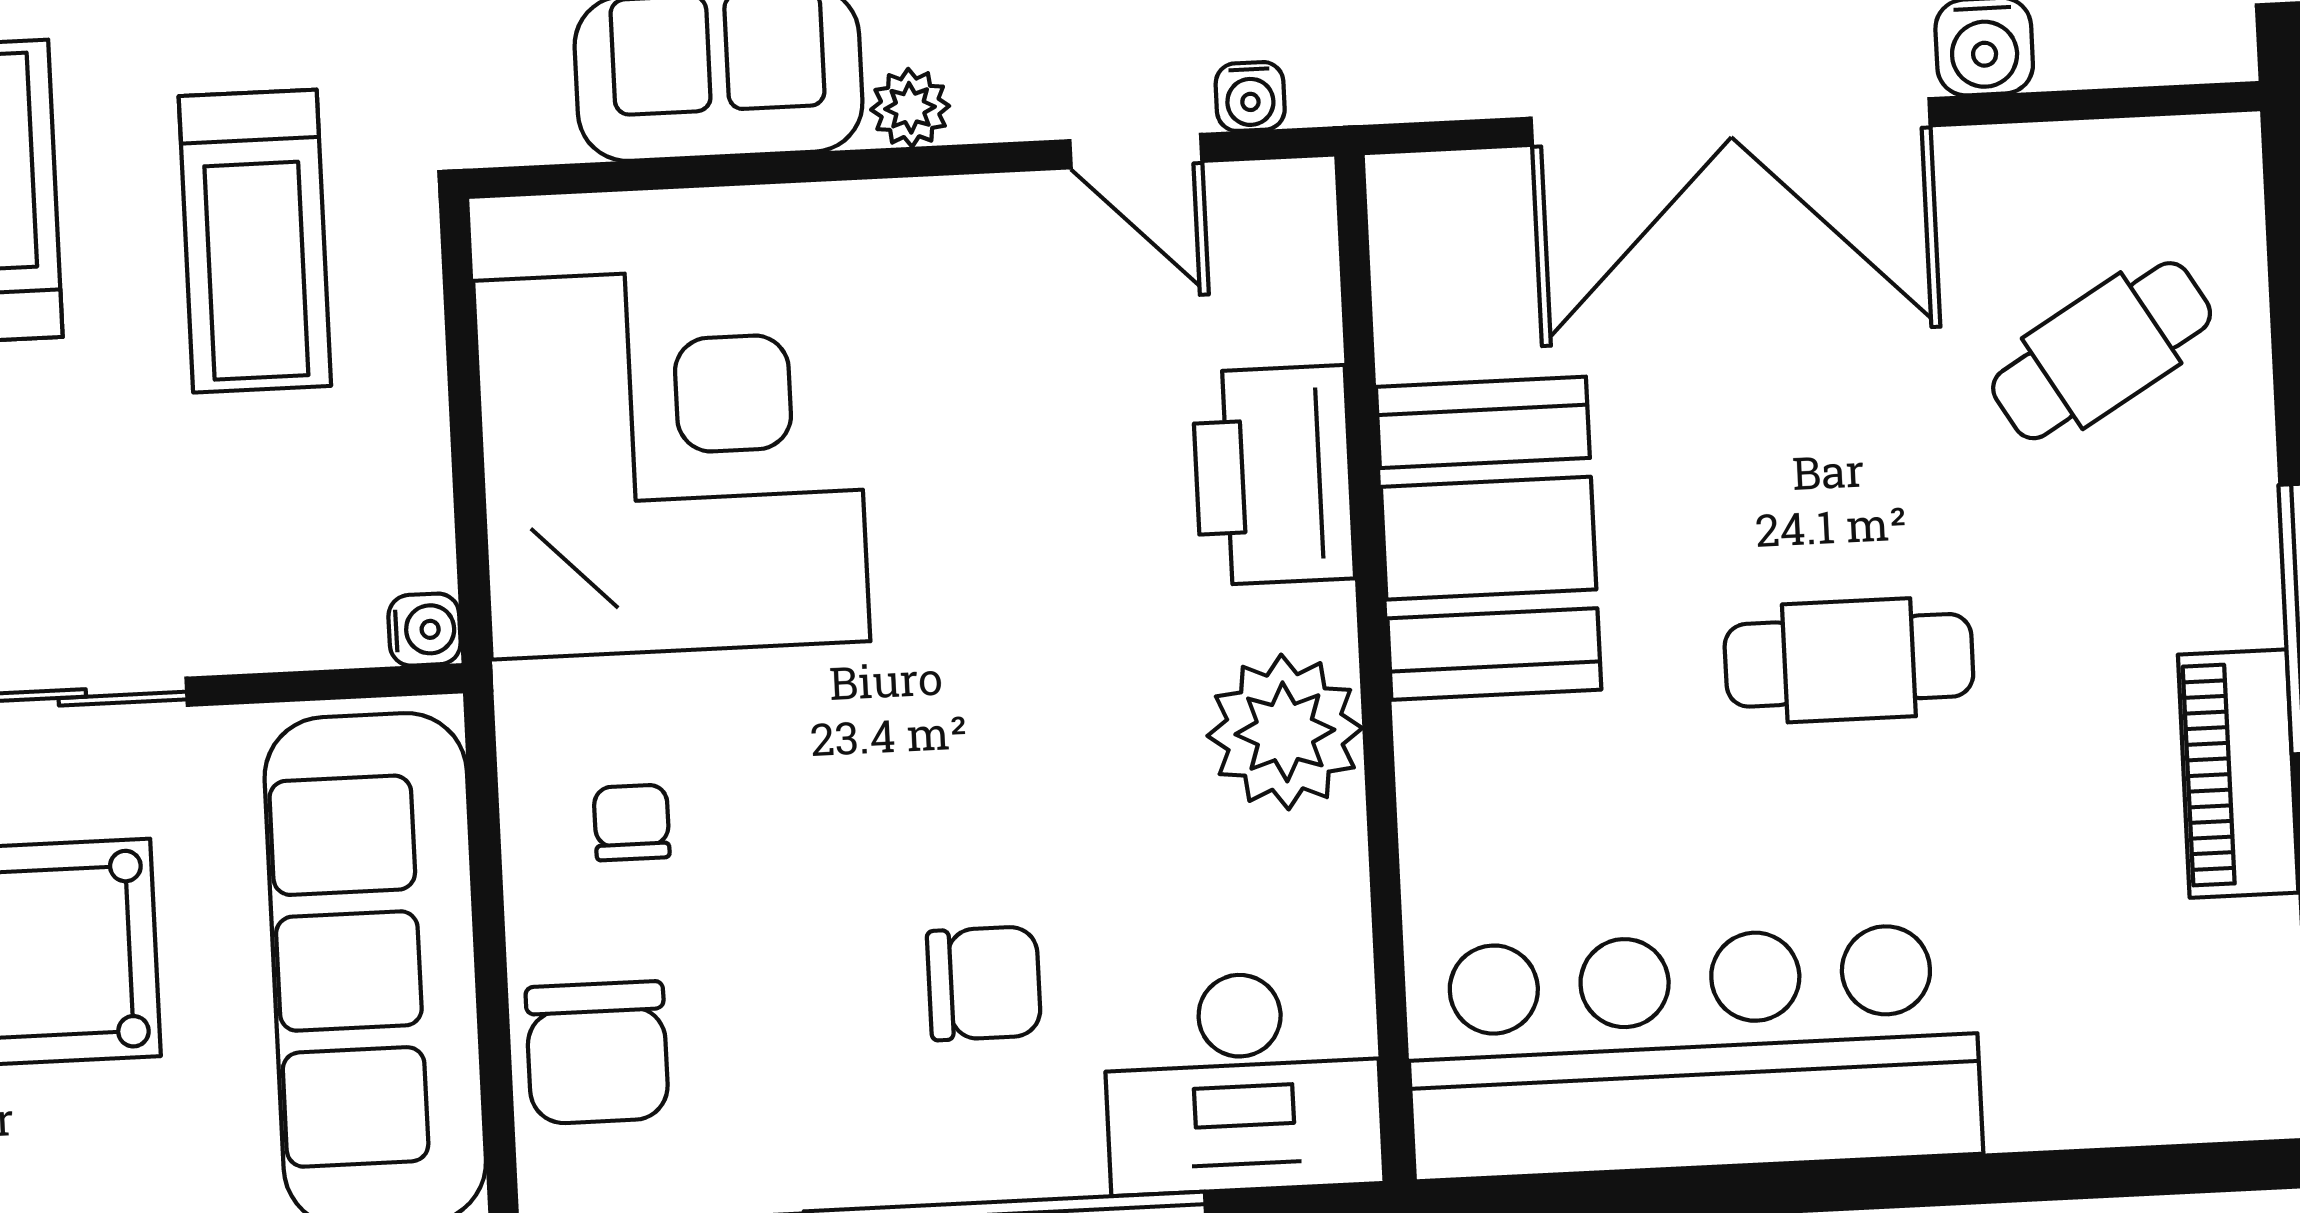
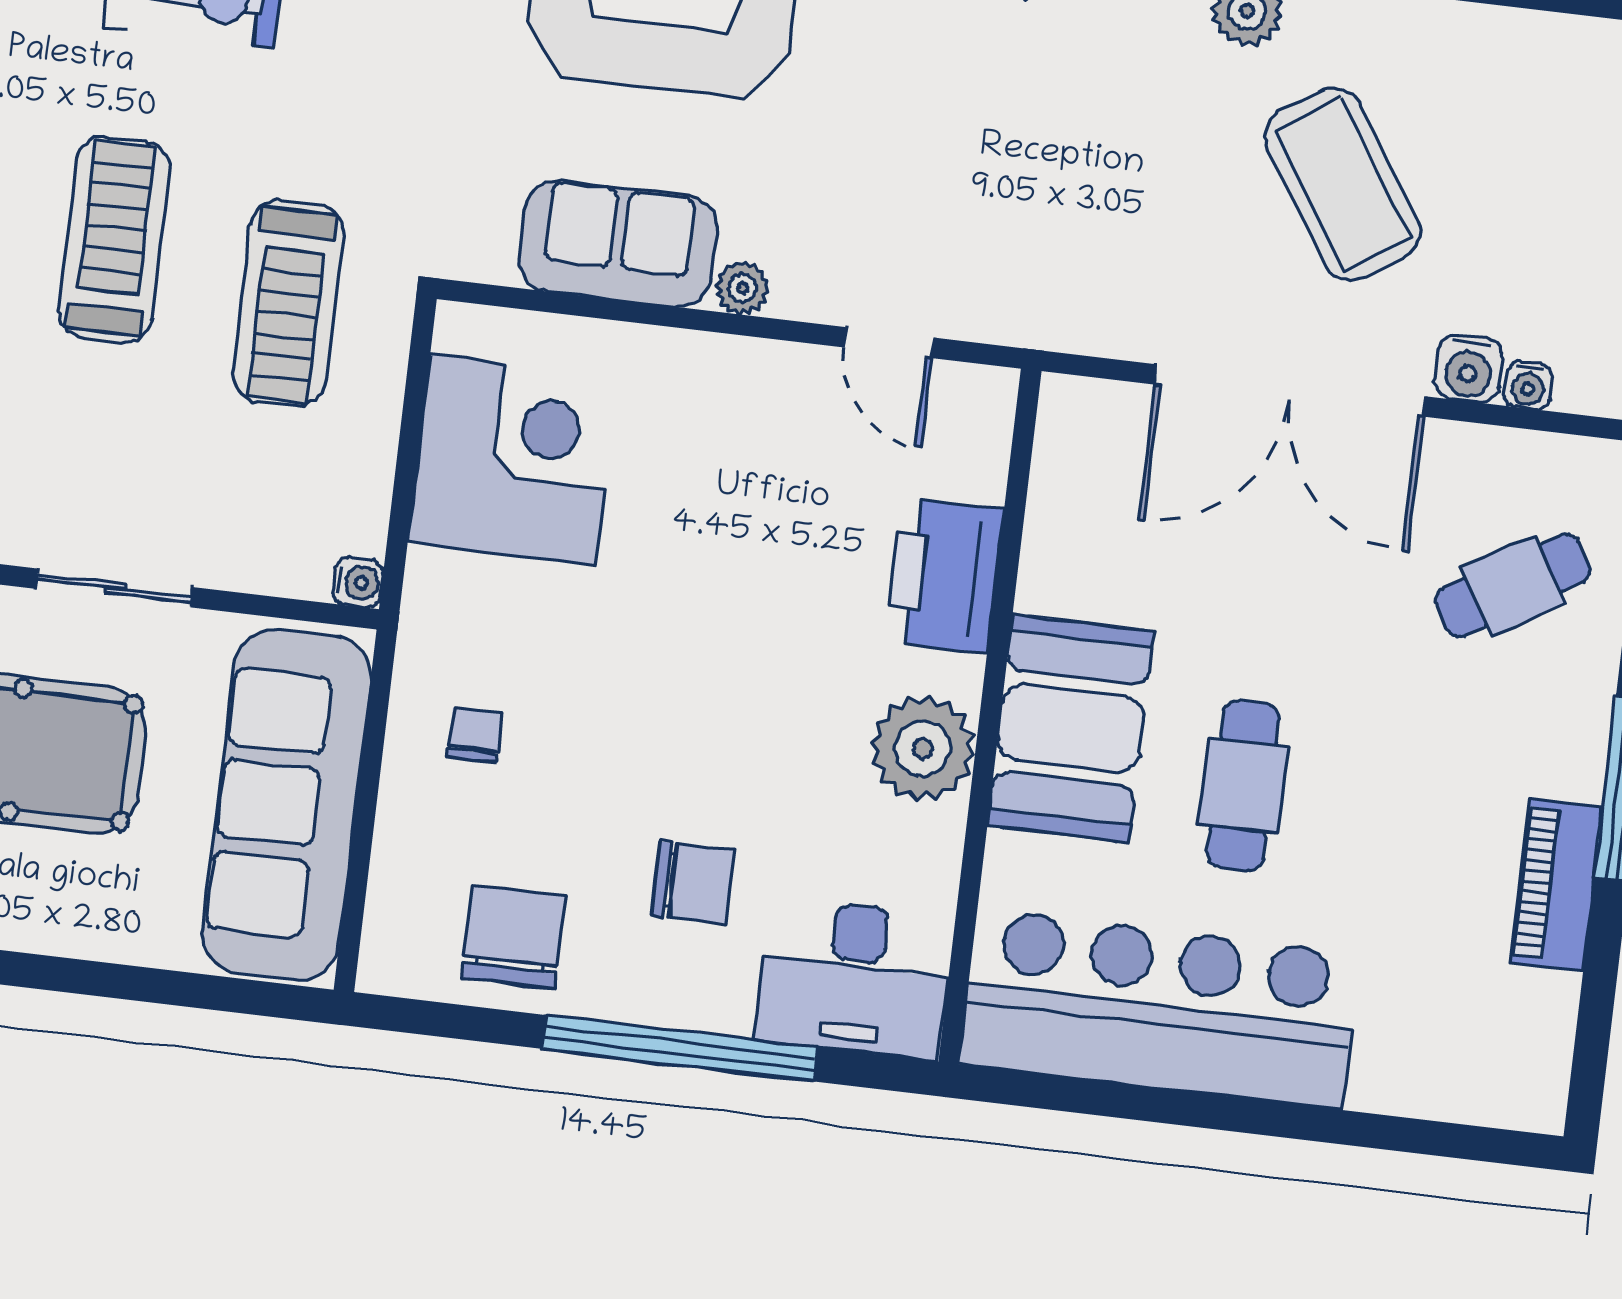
water cooler: (1250, 96) -> (1528, 385), moved
corner desk: (672, 461) -> (513, 460), width x0.74, depth x0.74
booth: (1489, 538) -> (1071, 728), moved
cafe table: (1849, 660) -> (1243, 786), moved, turned 90
chair: (597, 1053) -> (514, 937), moved, turned 180

